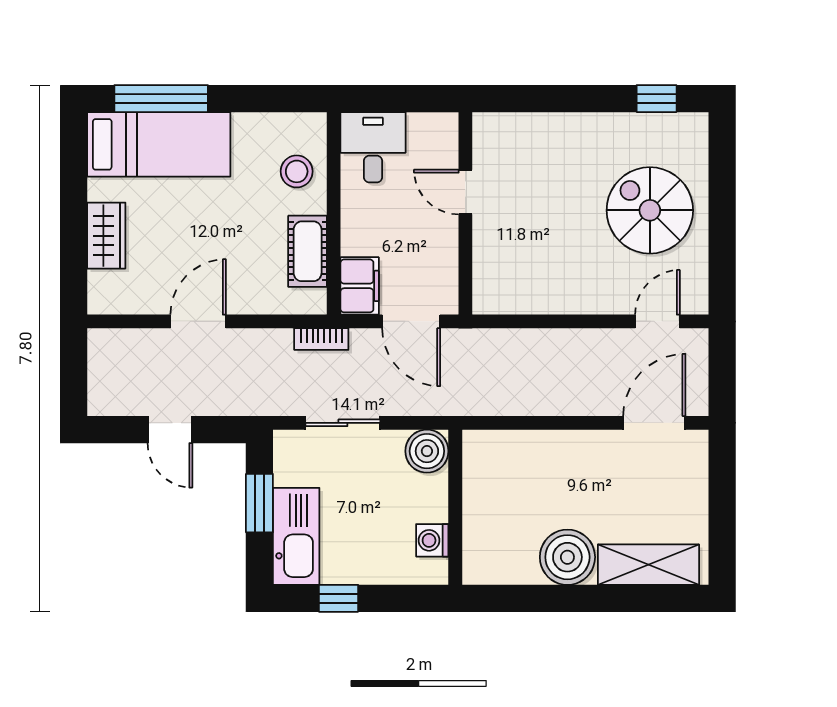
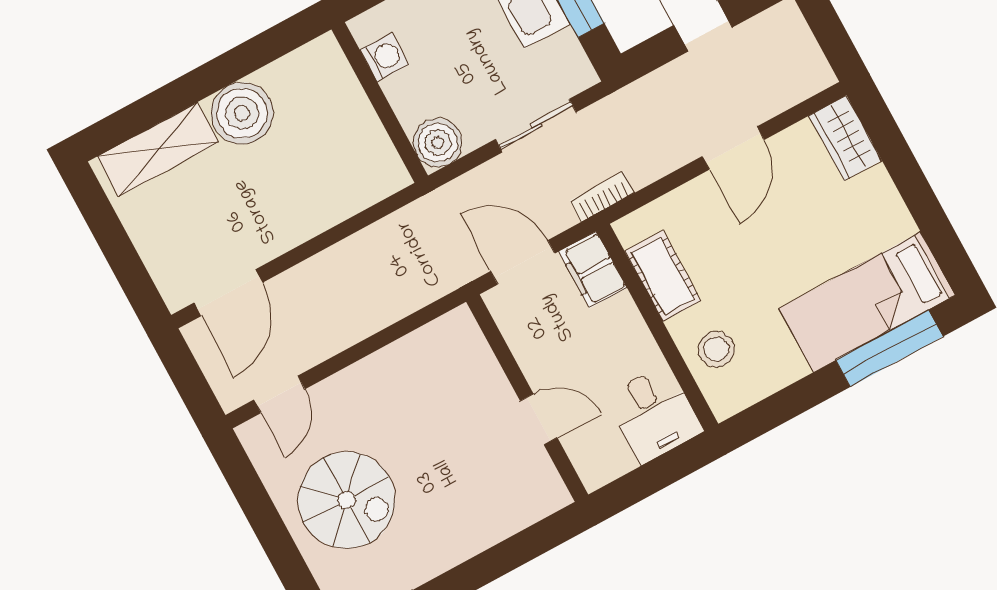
wardrobe: (106, 236) -> (845, 138), moved

